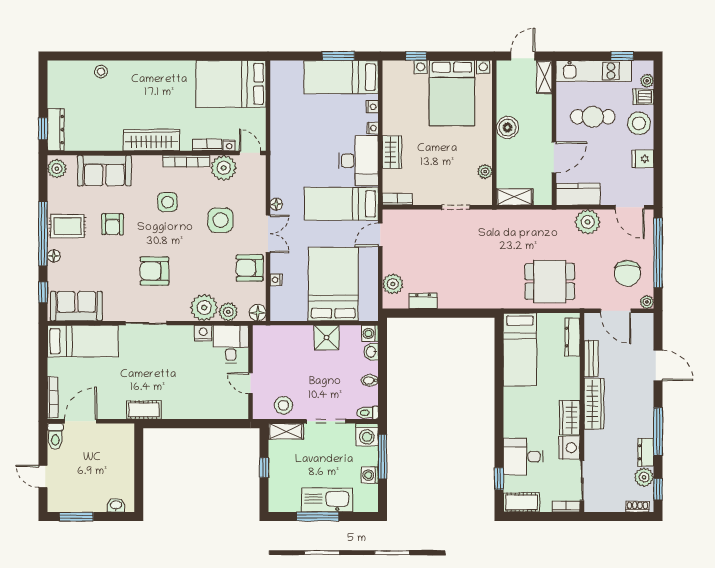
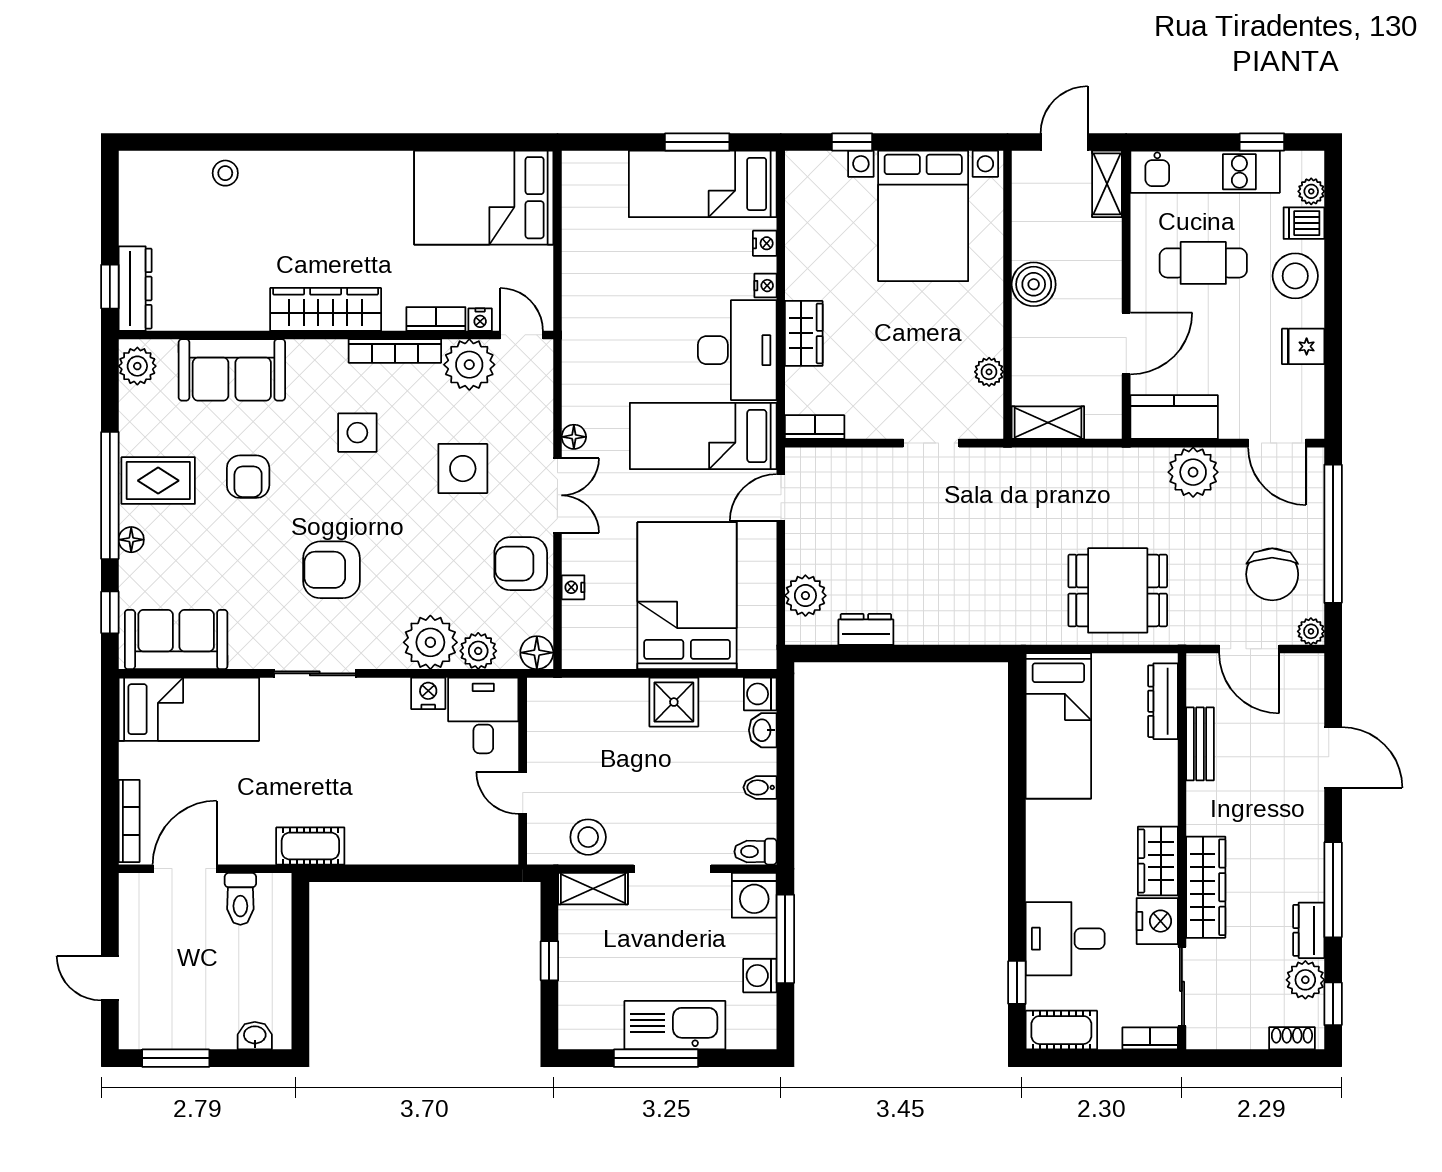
wardrobe: (594, 404) -> (1206, 887), moved
toilet: (55, 436) -> (240, 899), moved

